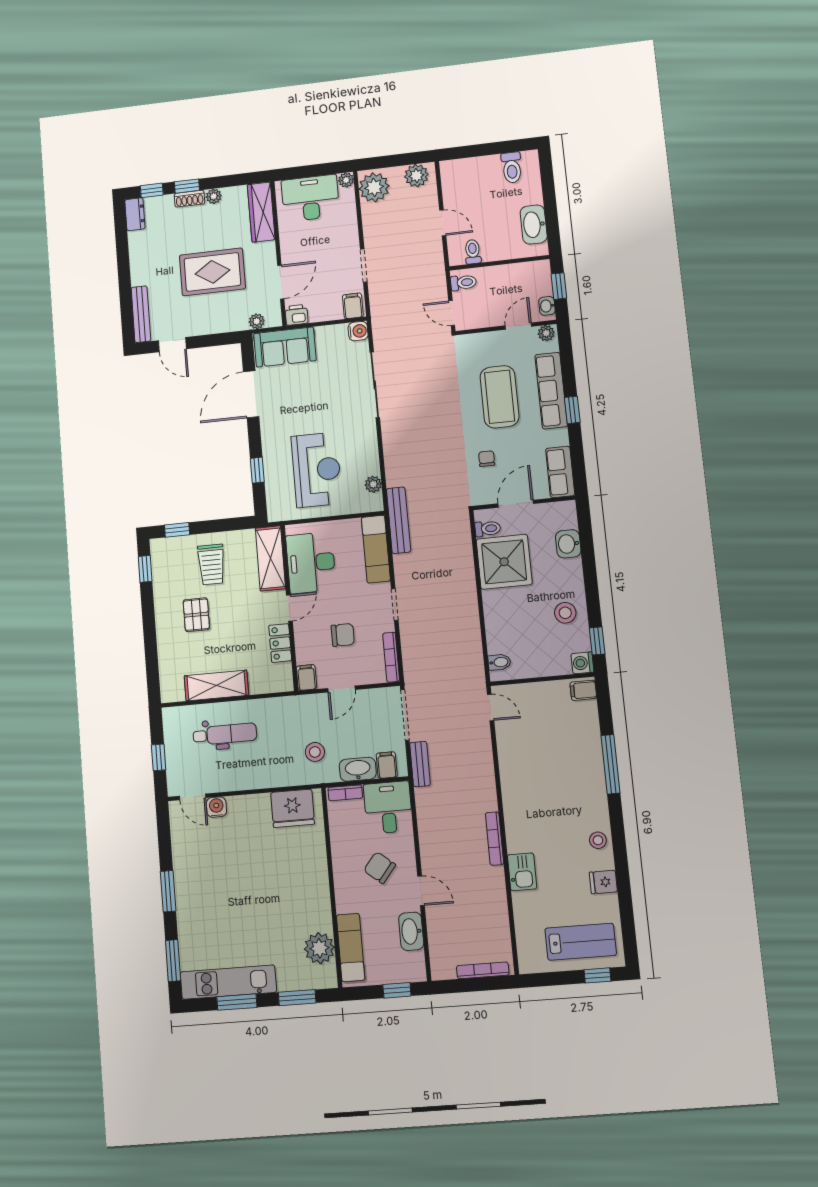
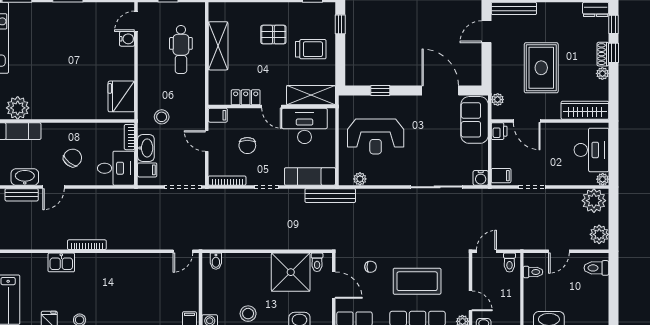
toilet: (512, 168) -> (596, 268), moved
trolley: (211, 564) -> (311, 49), turned 180
bench: (420, 764) -> (22, 195), moved

